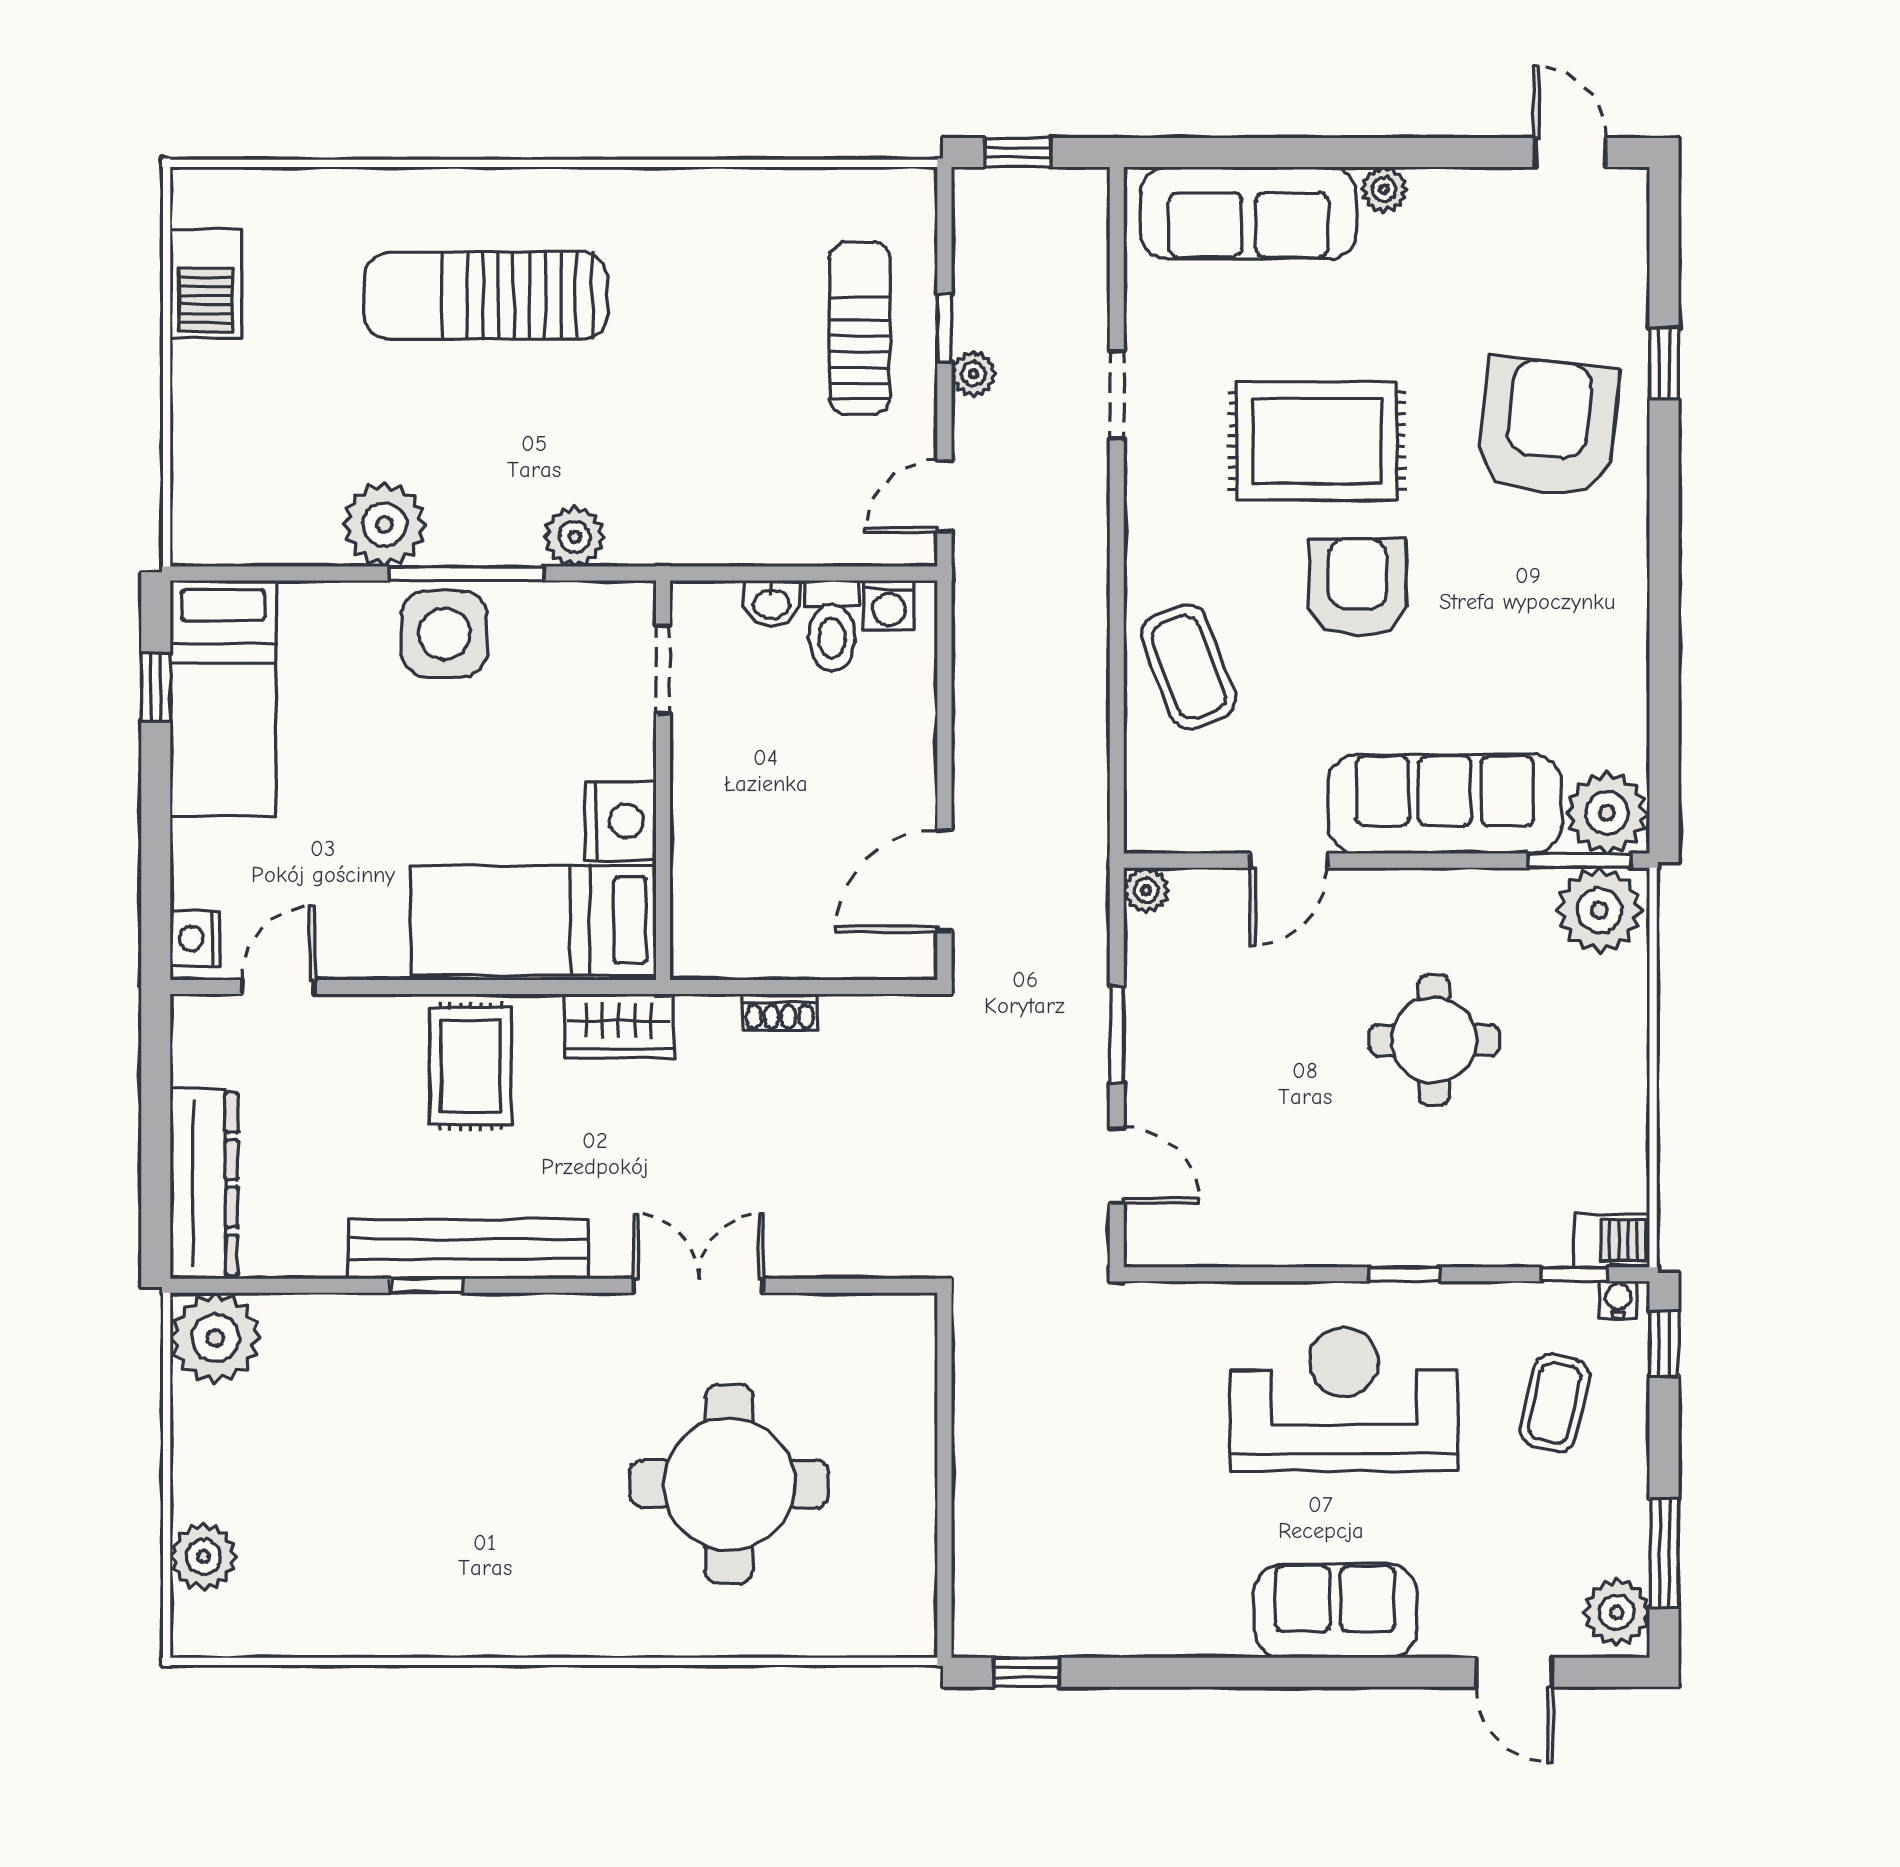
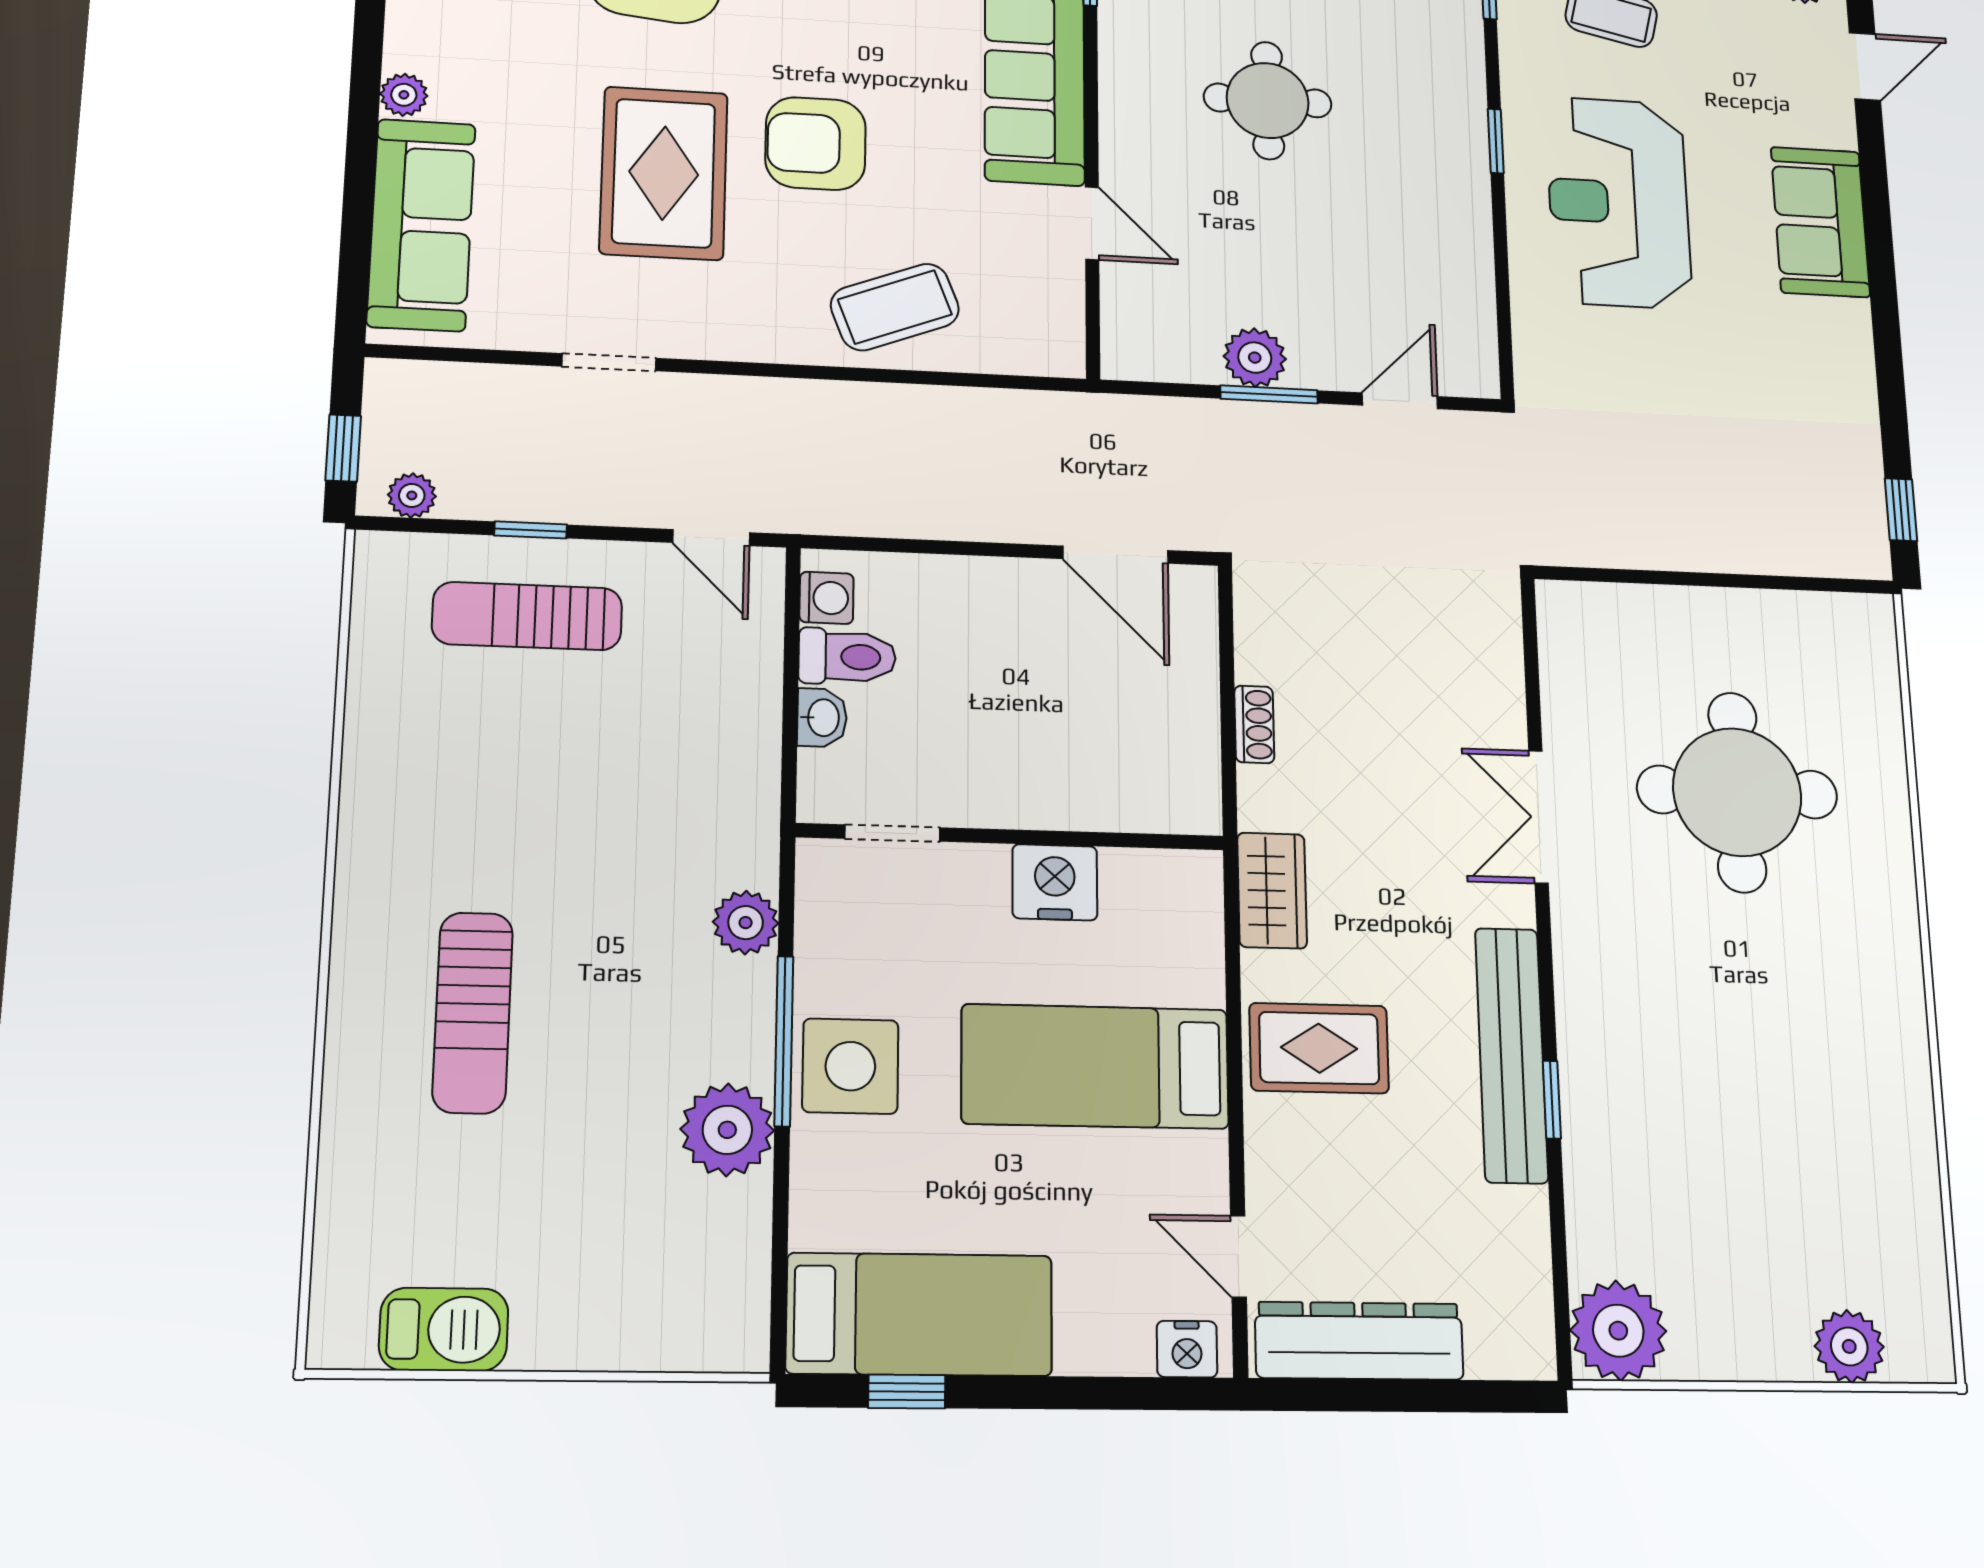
sun lounger: (486, 296) -> (473, 1012), width x0.73, depth x0.75
plant: (973, 374) -> (412, 495), moved
plant: (1146, 890) -> (1255, 358), moved, width x1.38, depth x1.38
bed: (533, 920) -> (1095, 1066), moved, turned 90
dresser: (204, 1184) -> (1359, 1341), moved

